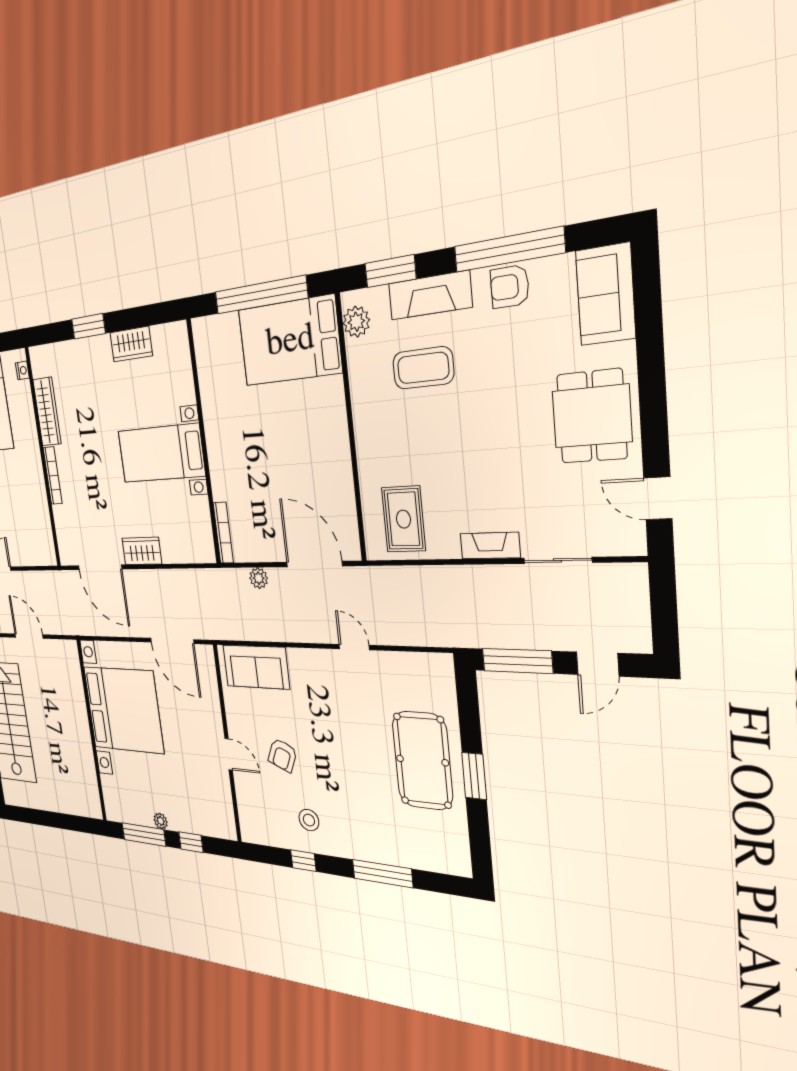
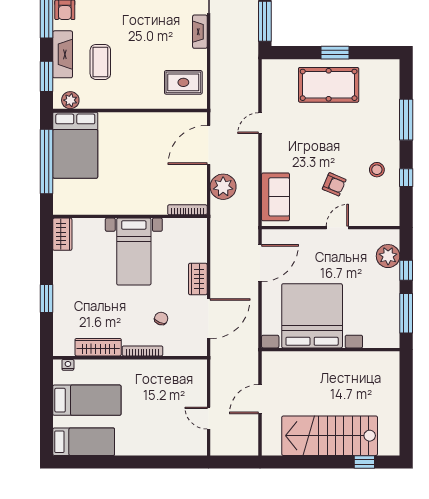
wardrobe: (131, 344) -> (62, 234), moved
chair: (91, 500) -> (161, 319), added
plant: (259, 578) -> (223, 187), width x1.87, depth x1.87
plant: (161, 821) -> (388, 256), moved, width x1.88, depth x1.88

